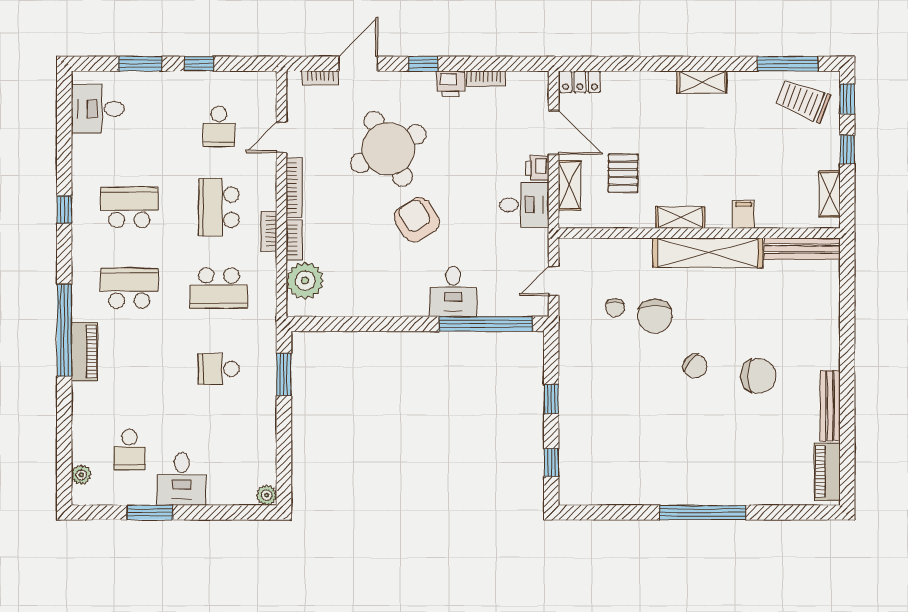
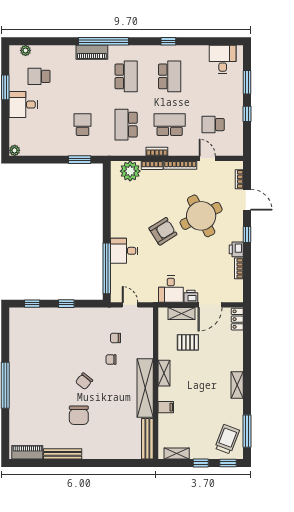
chair: (655, 316) -> (111, 359), width x0.54, depth x0.54

